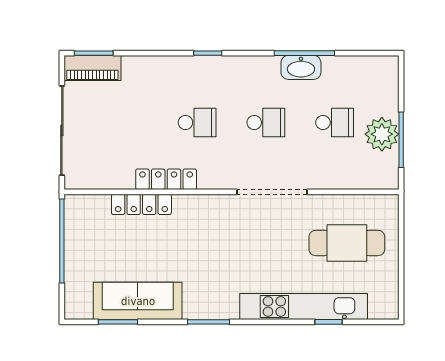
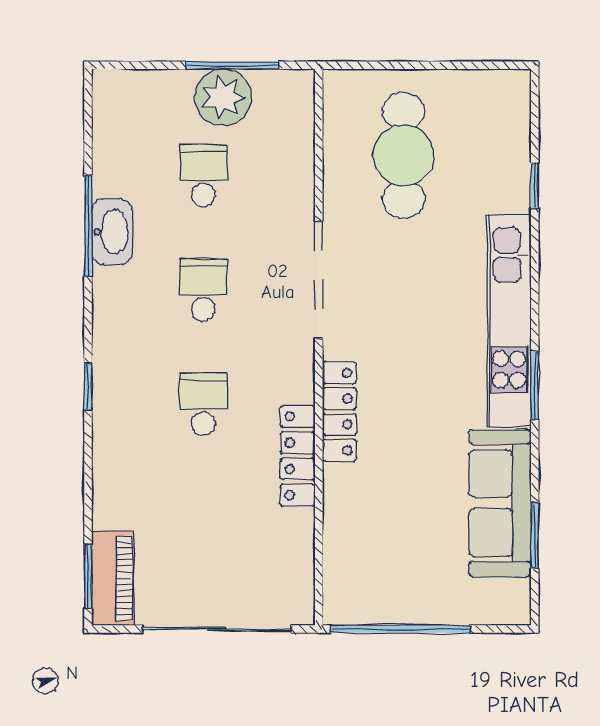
locker: (141, 204) -> (339, 412), moved
kitchen unit: (304, 306) -> (509, 321), moved

